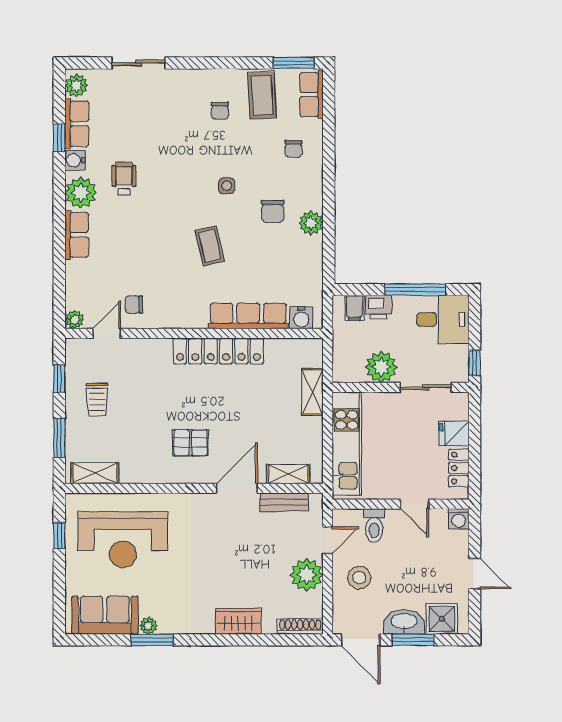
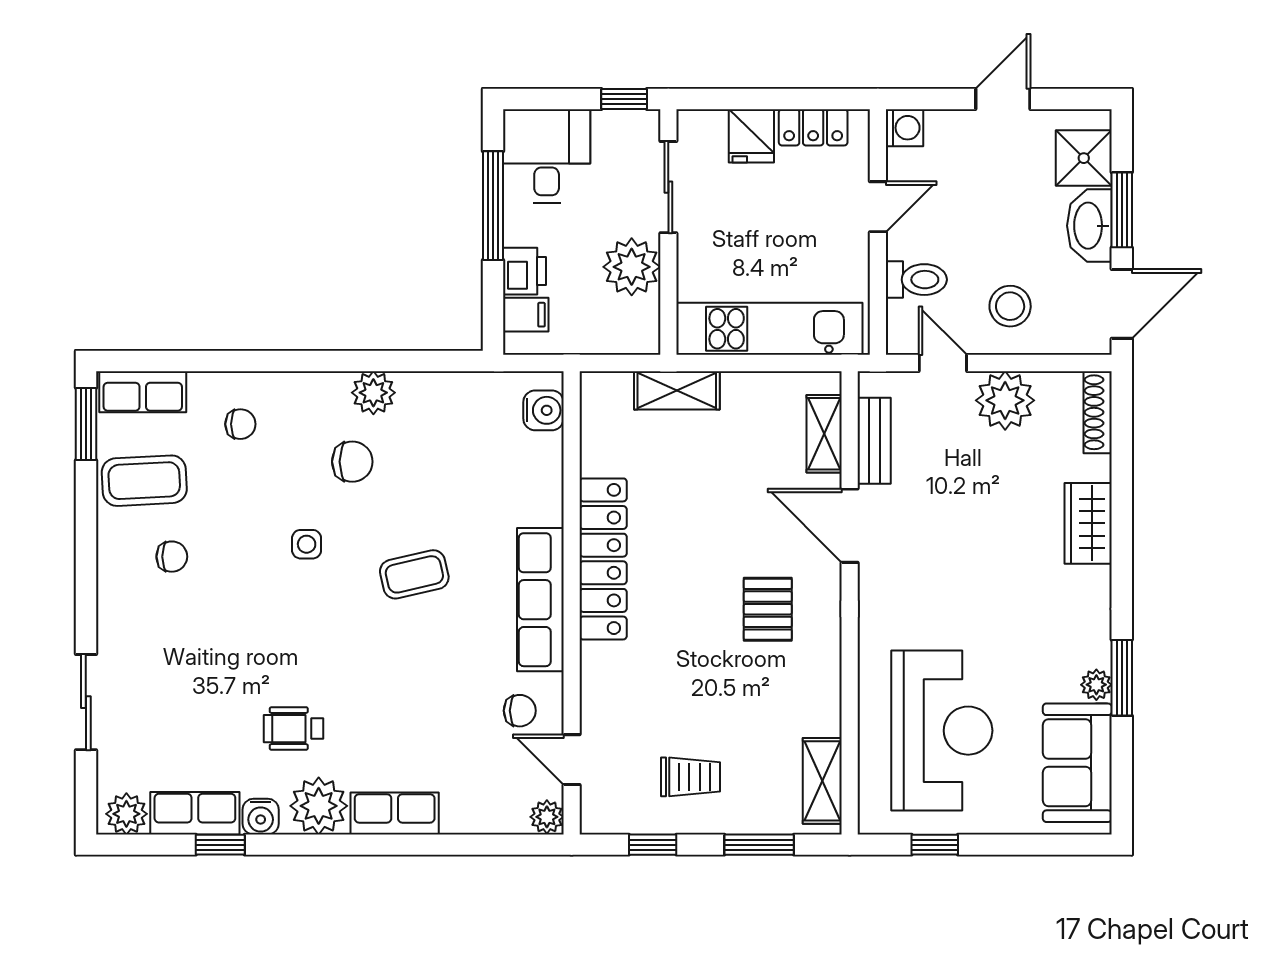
chair: (134, 305) -> (520, 711), turned -90
row of seats: (248, 316) -> (540, 600), moved

